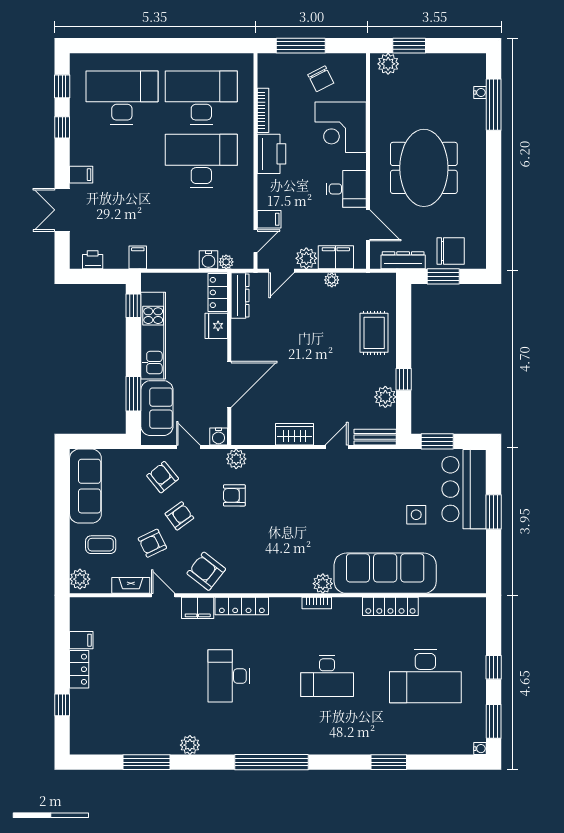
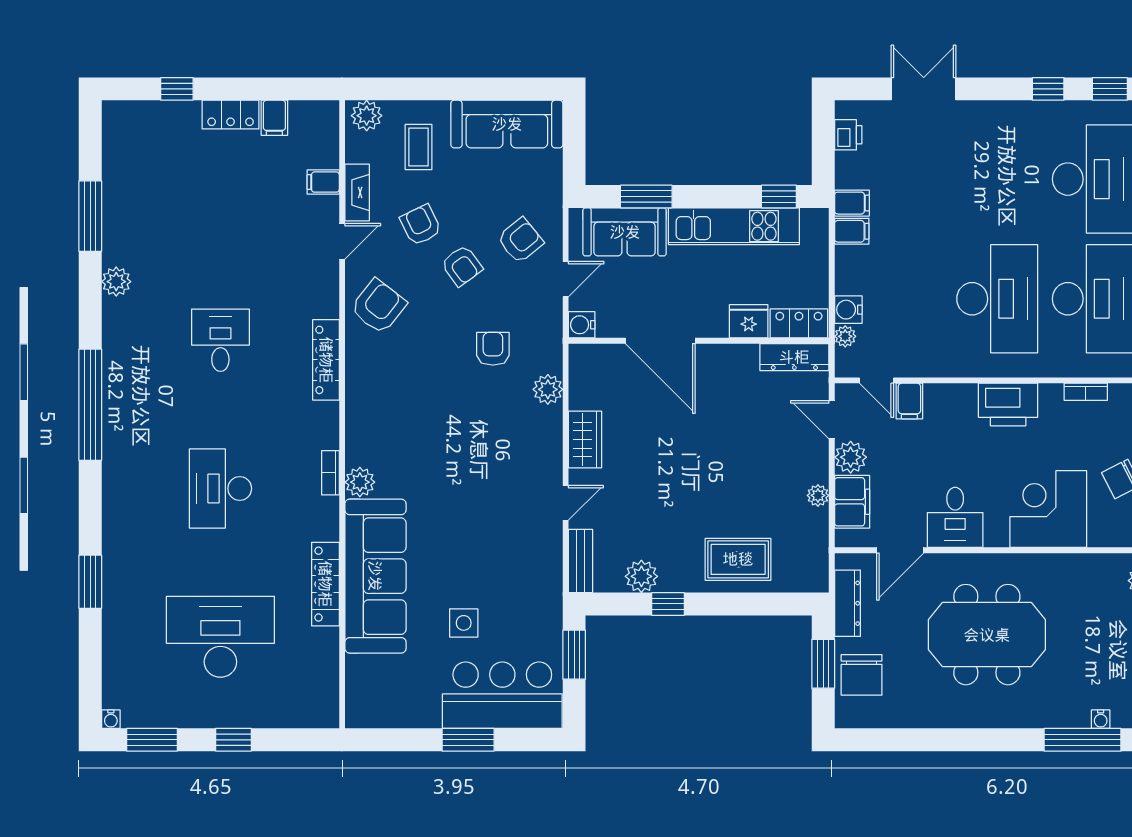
bookcase: (263, 110) -> (1086, 392), width x0.64
filing cabinet: (81, 175) -> (852, 231), moved, turned -90
door: (337, 447) -> (566, 503), hinge flipped
plant: (236, 459) -> (548, 389), moved
filing cabinet: (198, 608) -> (323, 182), moved, width x0.50
desk: (229, 676) -> (220, 340), width x0.73
desk: (425, 676) -> (220, 637), turned 90

